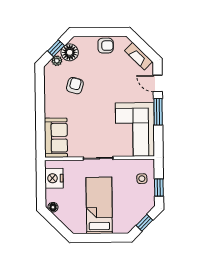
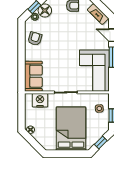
armchair: (75, 86) -> (35, 39), moved
nightstand: (54, 178) -> (40, 100), moved, turned 90
bed: (99, 205) -> (71, 129), width x1.50

